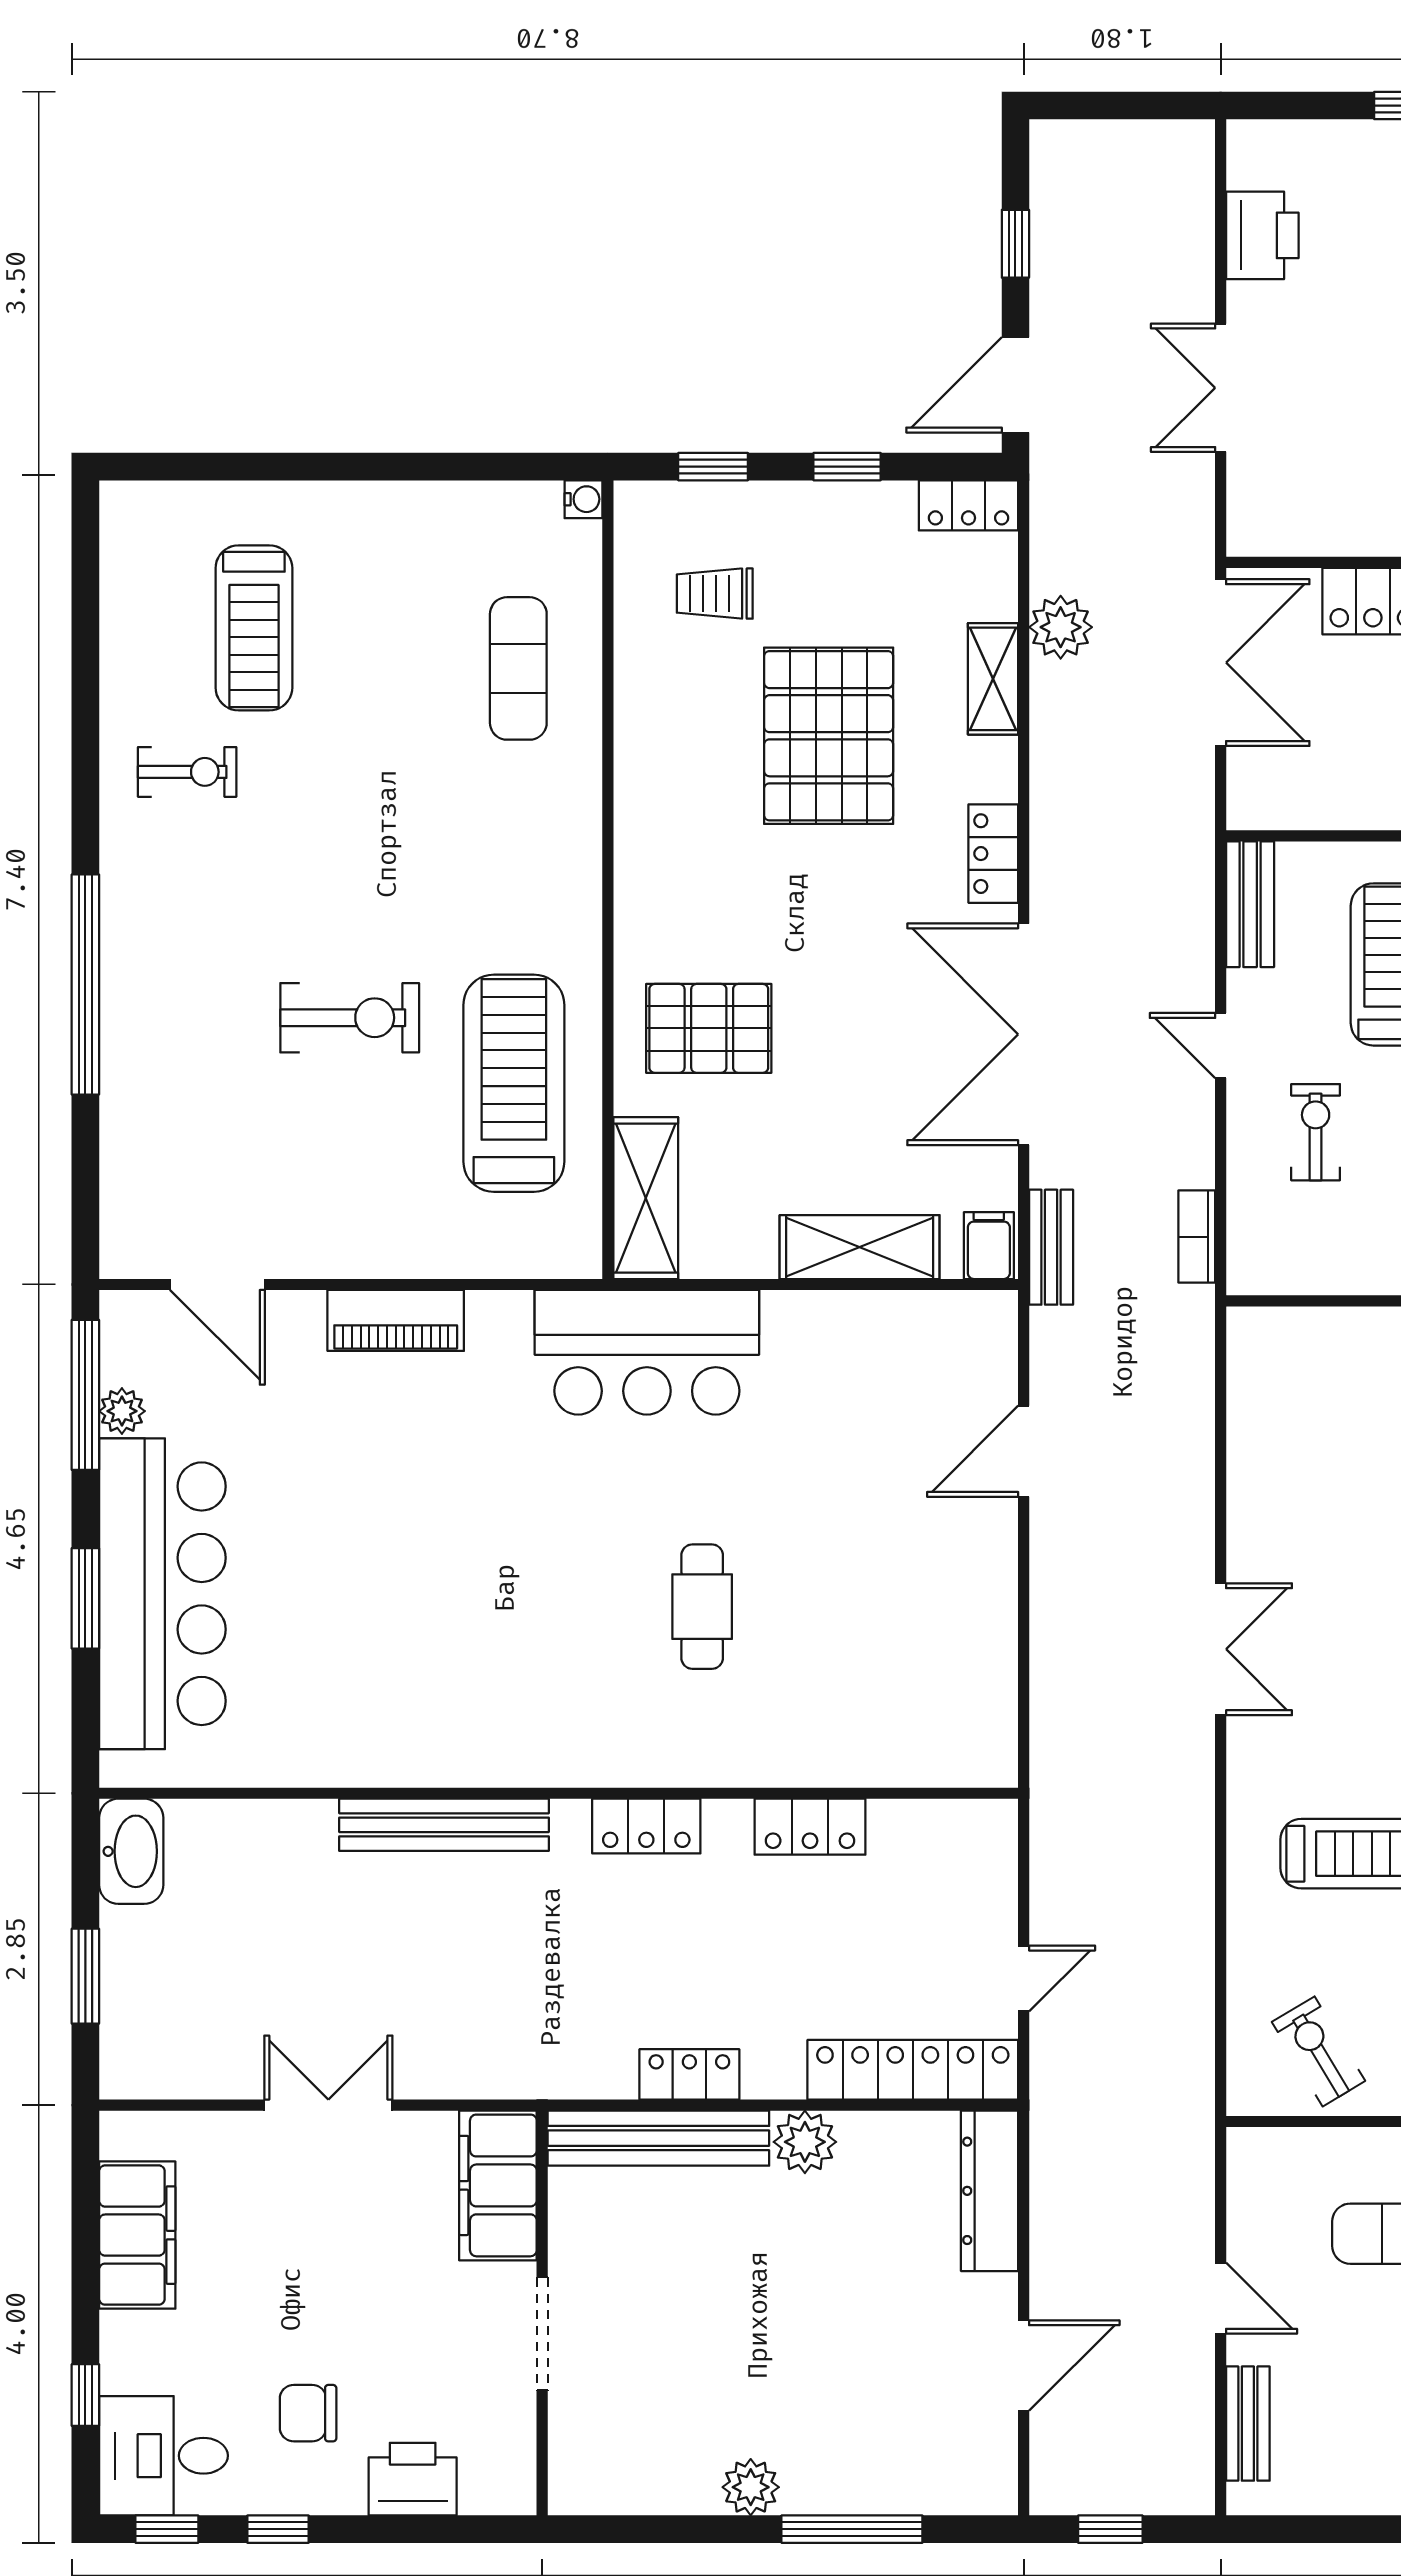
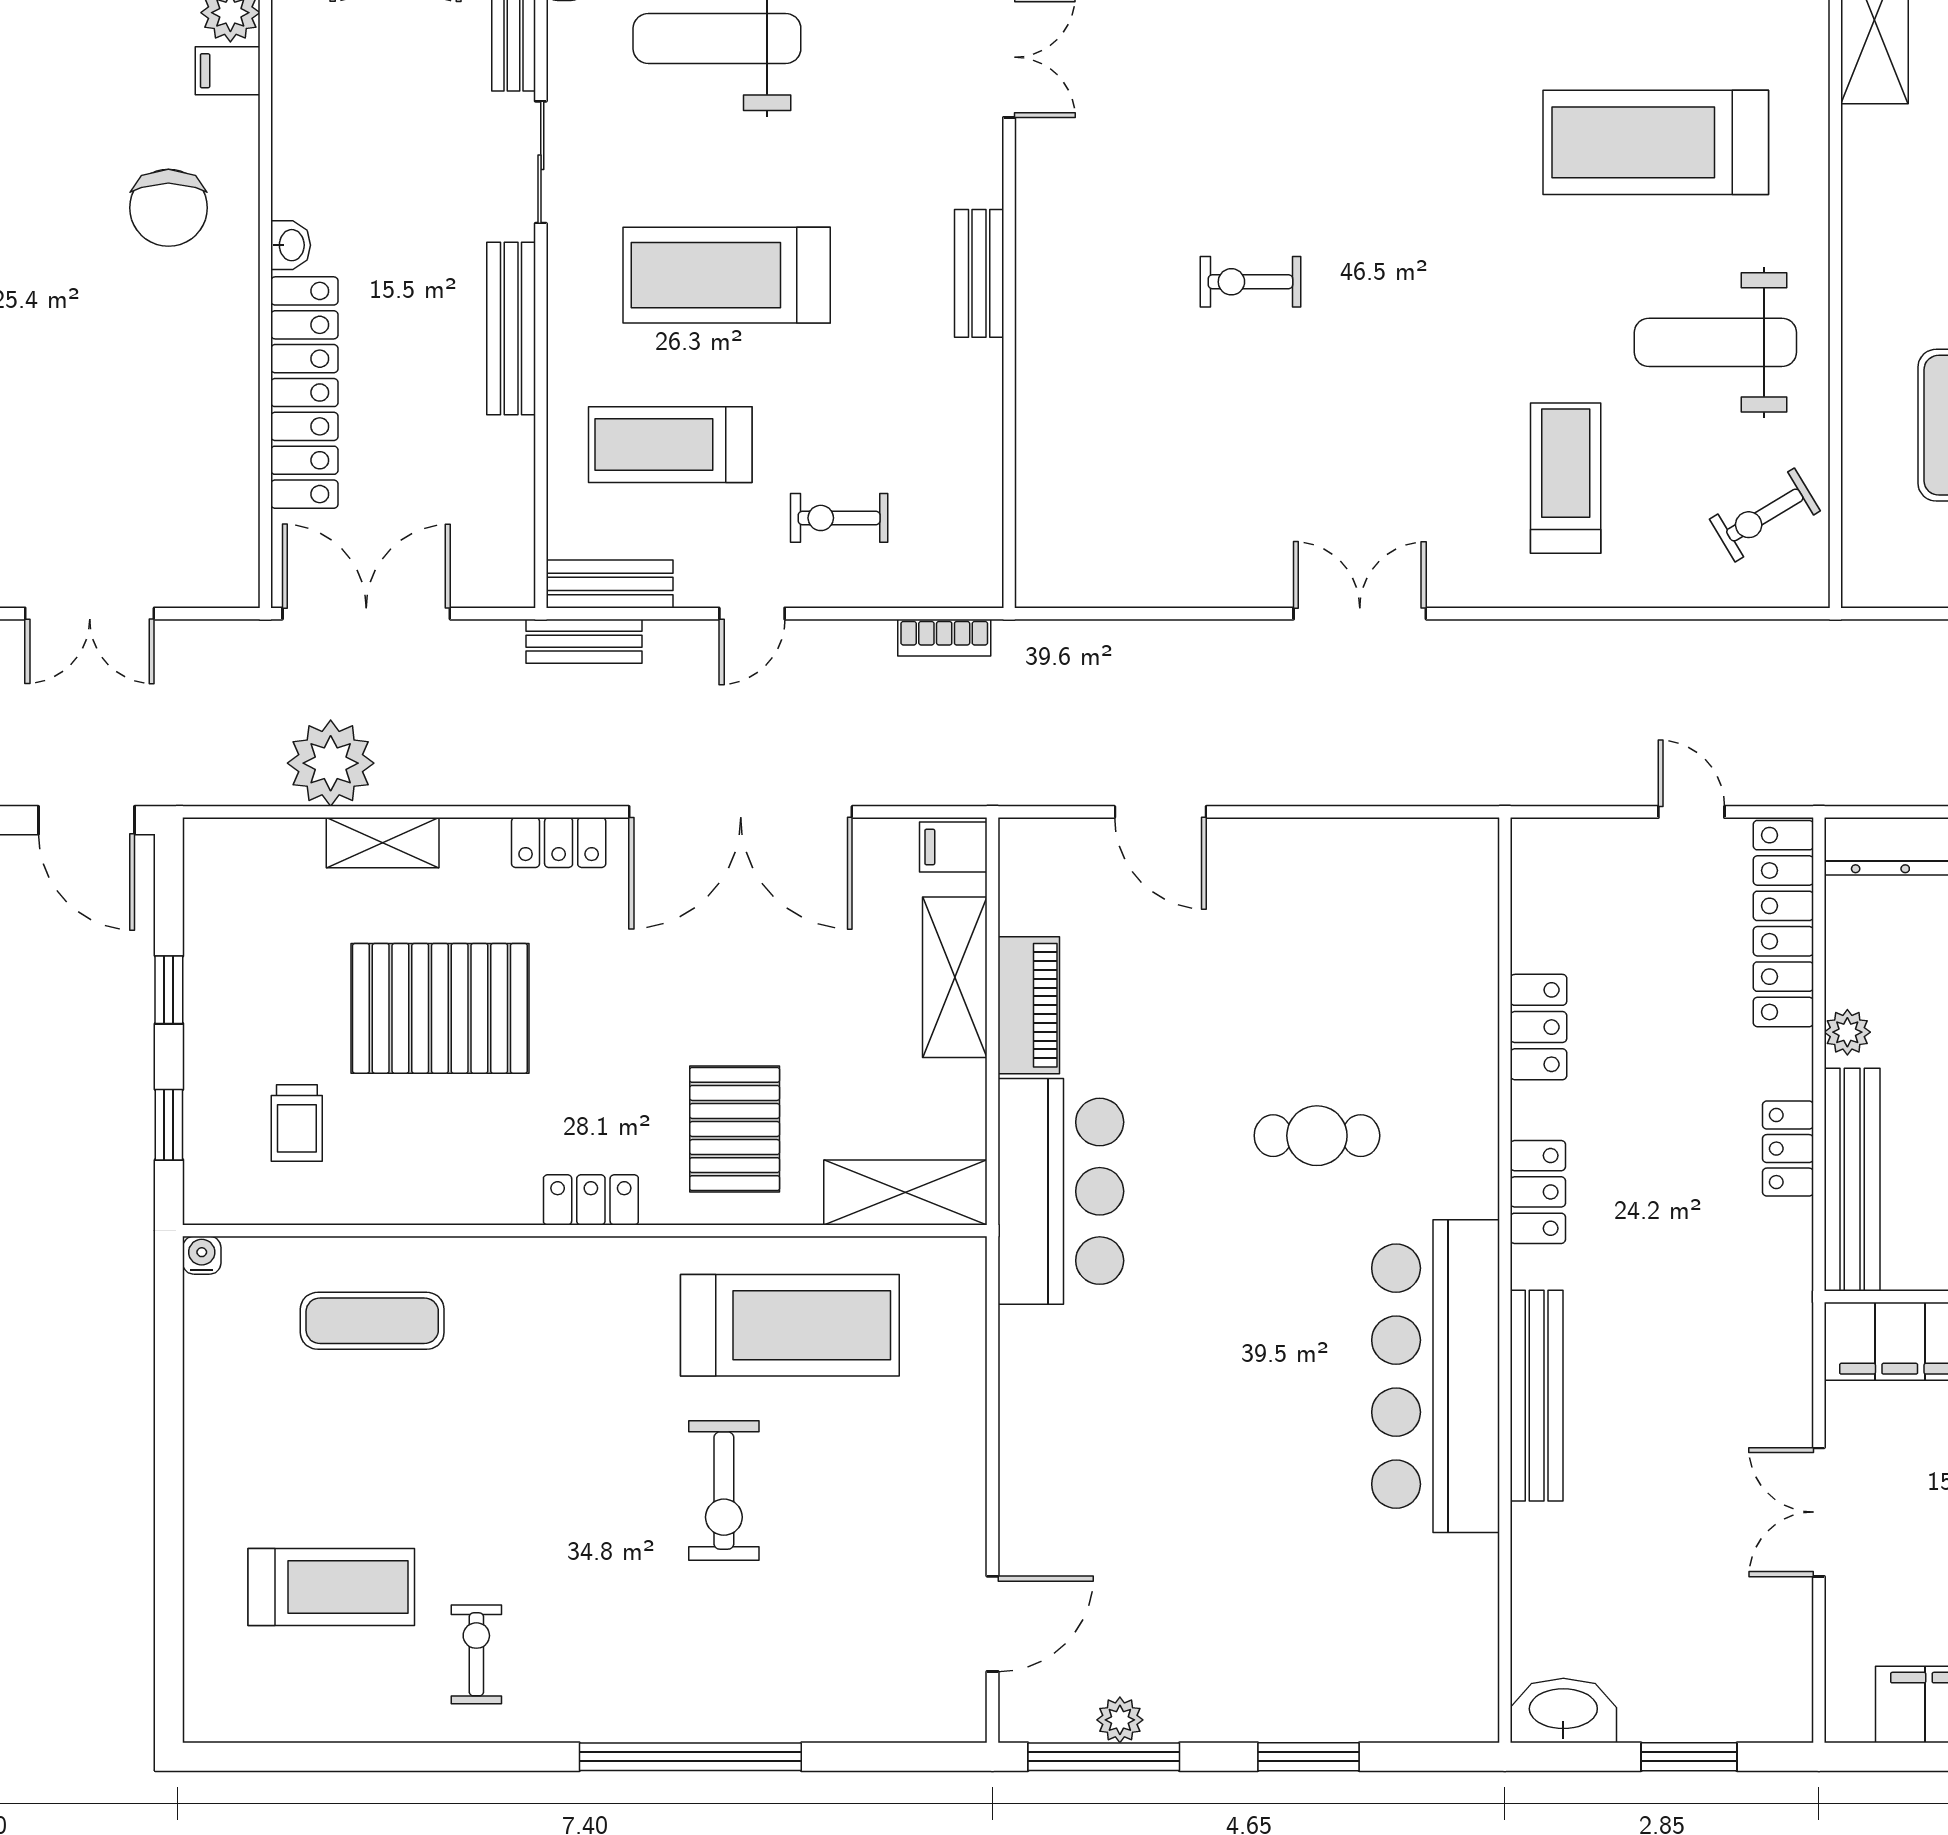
locker: (969, 505) -> (591, 1200), moved, turned -90
plant: (1061, 627) -> (331, 763), width x1.36, depth x1.36
exercise bike: (350, 1018) -> (724, 1491), turned 180
treadmill: (514, 1083) -> (790, 1325), turned 180
bench: (1051, 1247) -> (584, 641), moved
piano: (396, 1320) -> (1029, 1005), moved
bar counter: (162, 1594) -> (1436, 1376), moved, turned -90
plant: (805, 2142) -> (1847, 1032), width x0.73, depth x0.73

